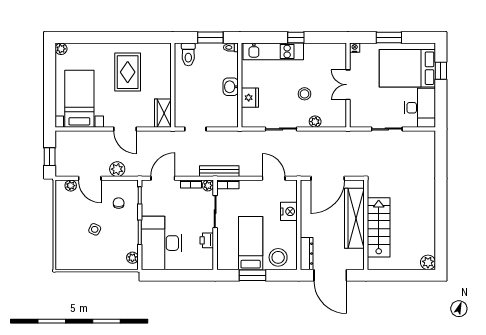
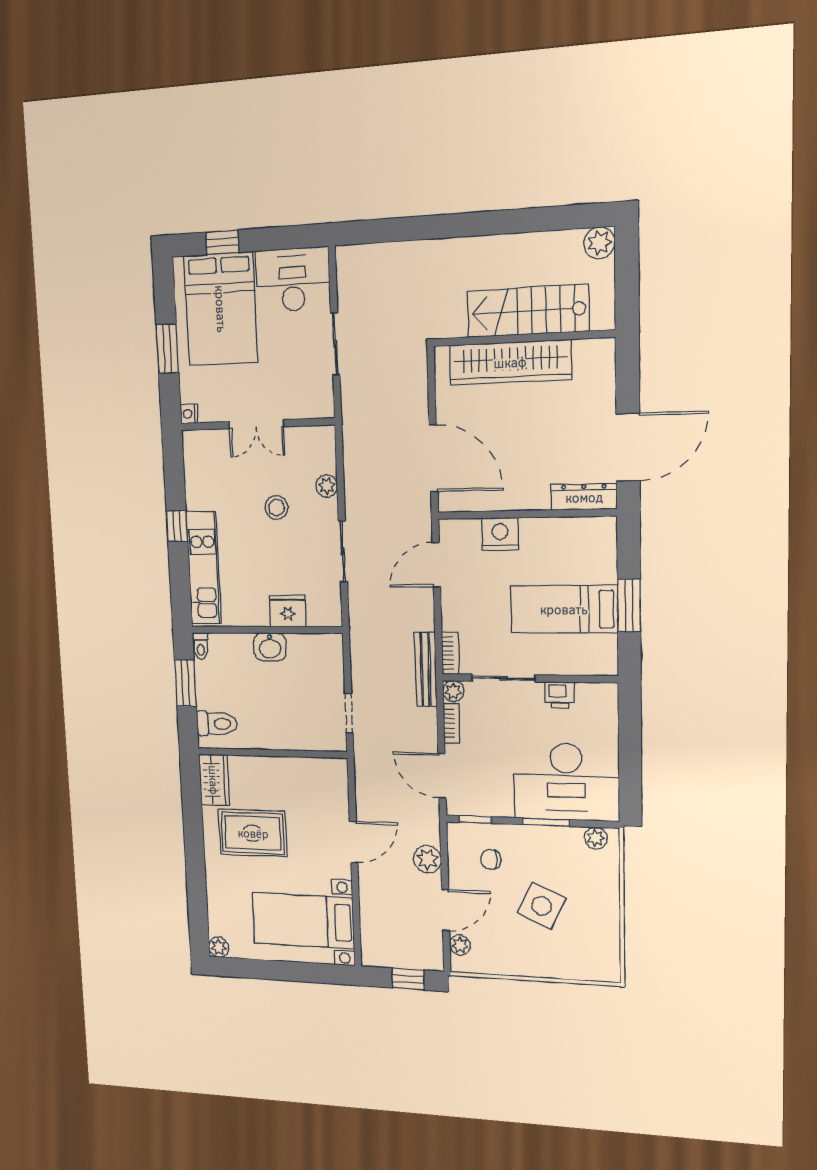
wardrobe: (163, 113) -> (214, 780), moved, turned -90
wardrobe: (354, 218) -> (510, 362), moved
wall: (366, 225) -> (523, 338), moved
stairs: (379, 227) -> (528, 311), moved
side table: (95, 229) -> (542, 906), width x1.87, depth x1.87
stool: (278, 257) -> (592, 554), removed

